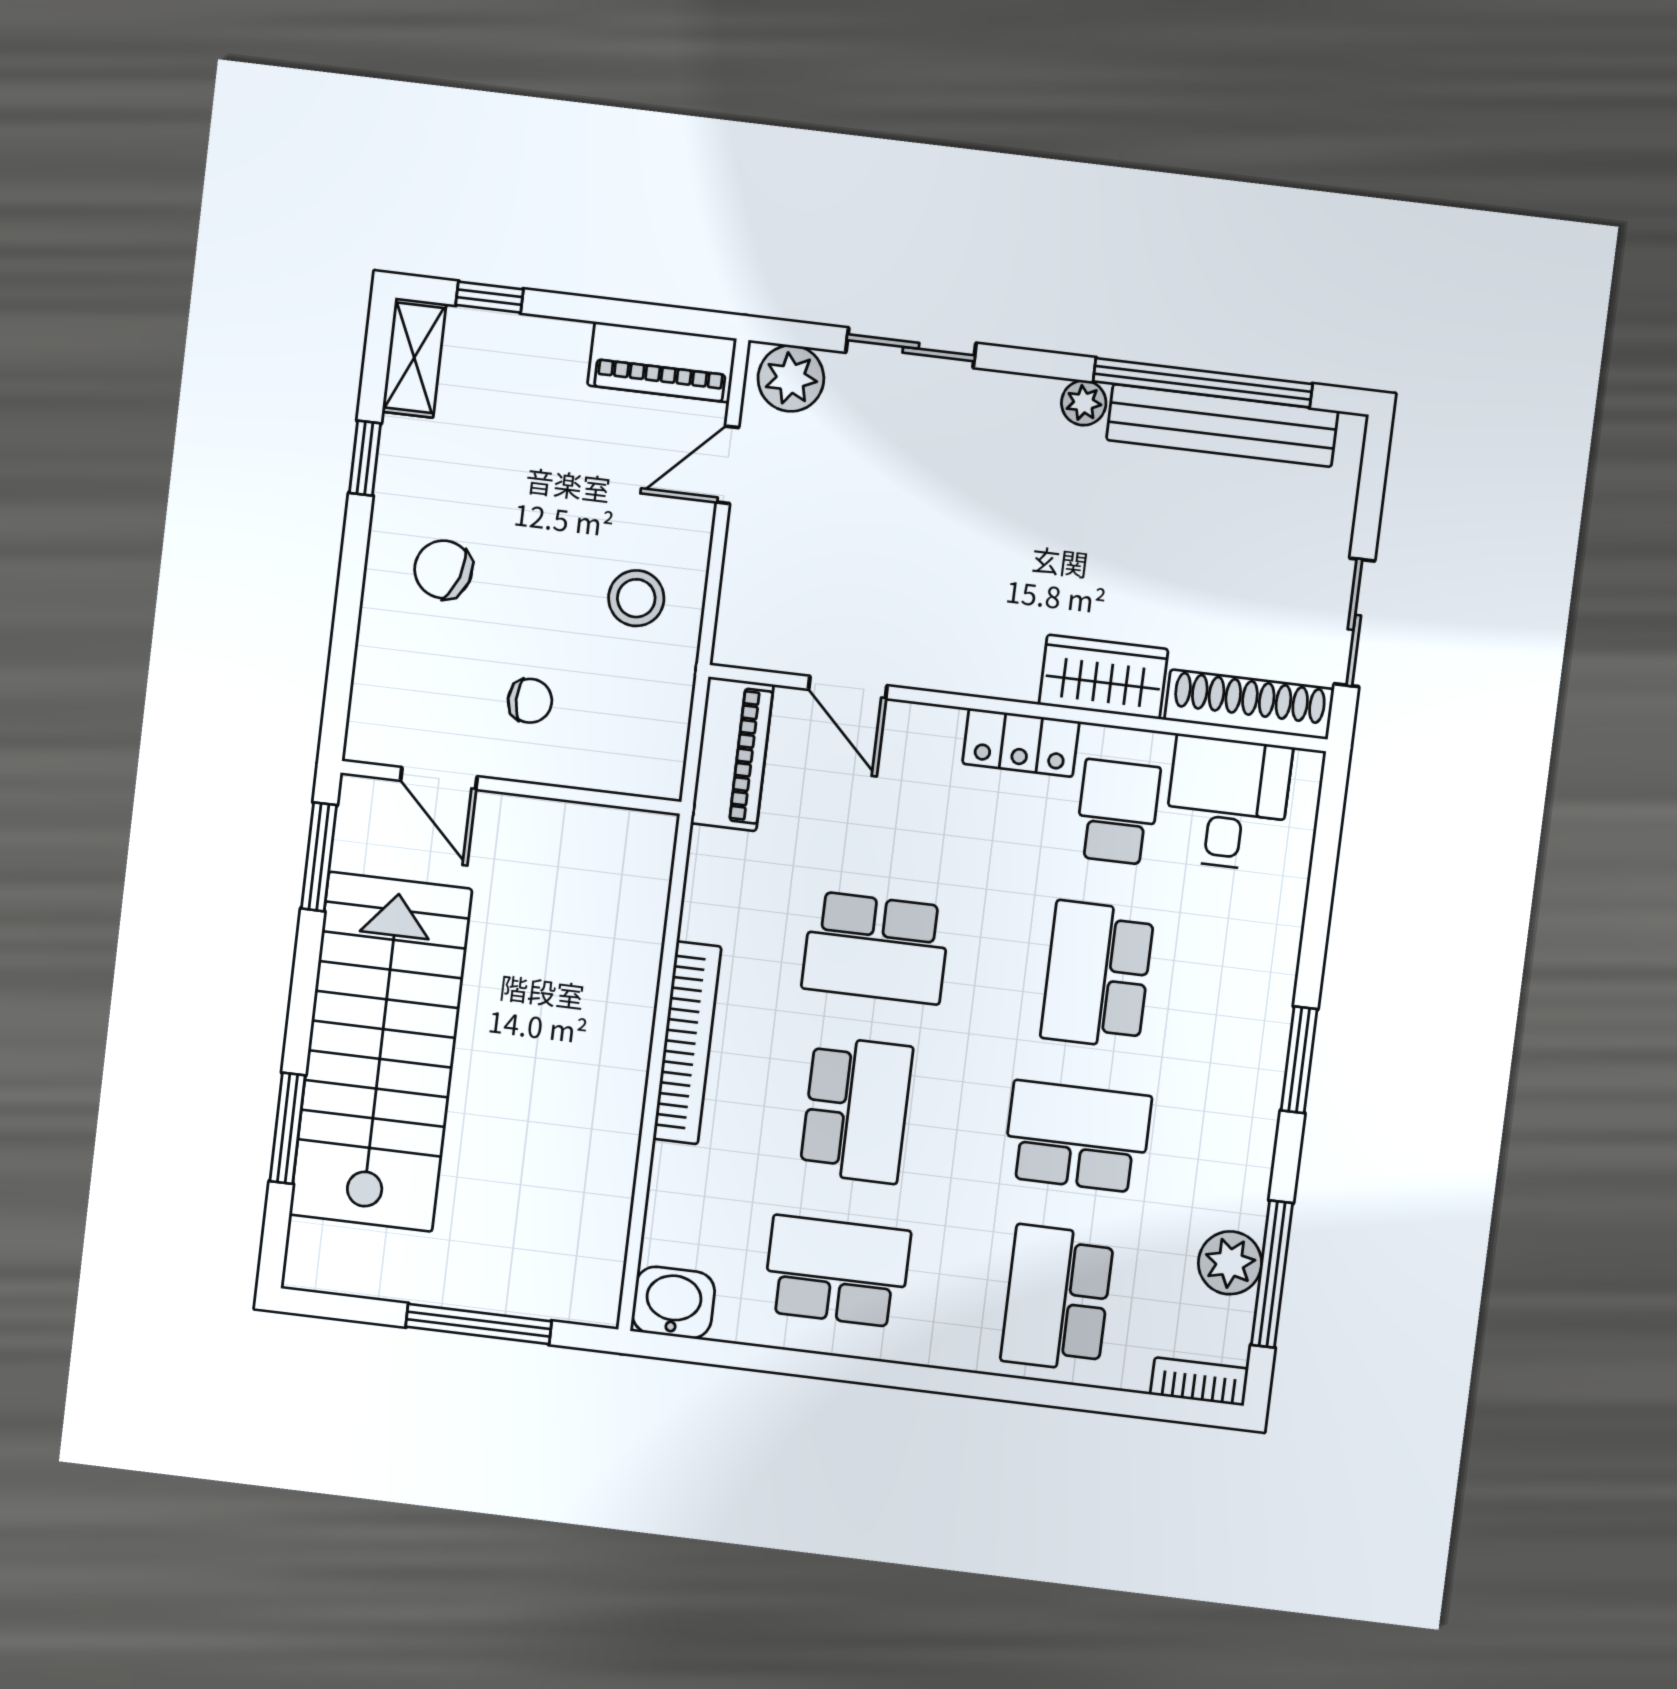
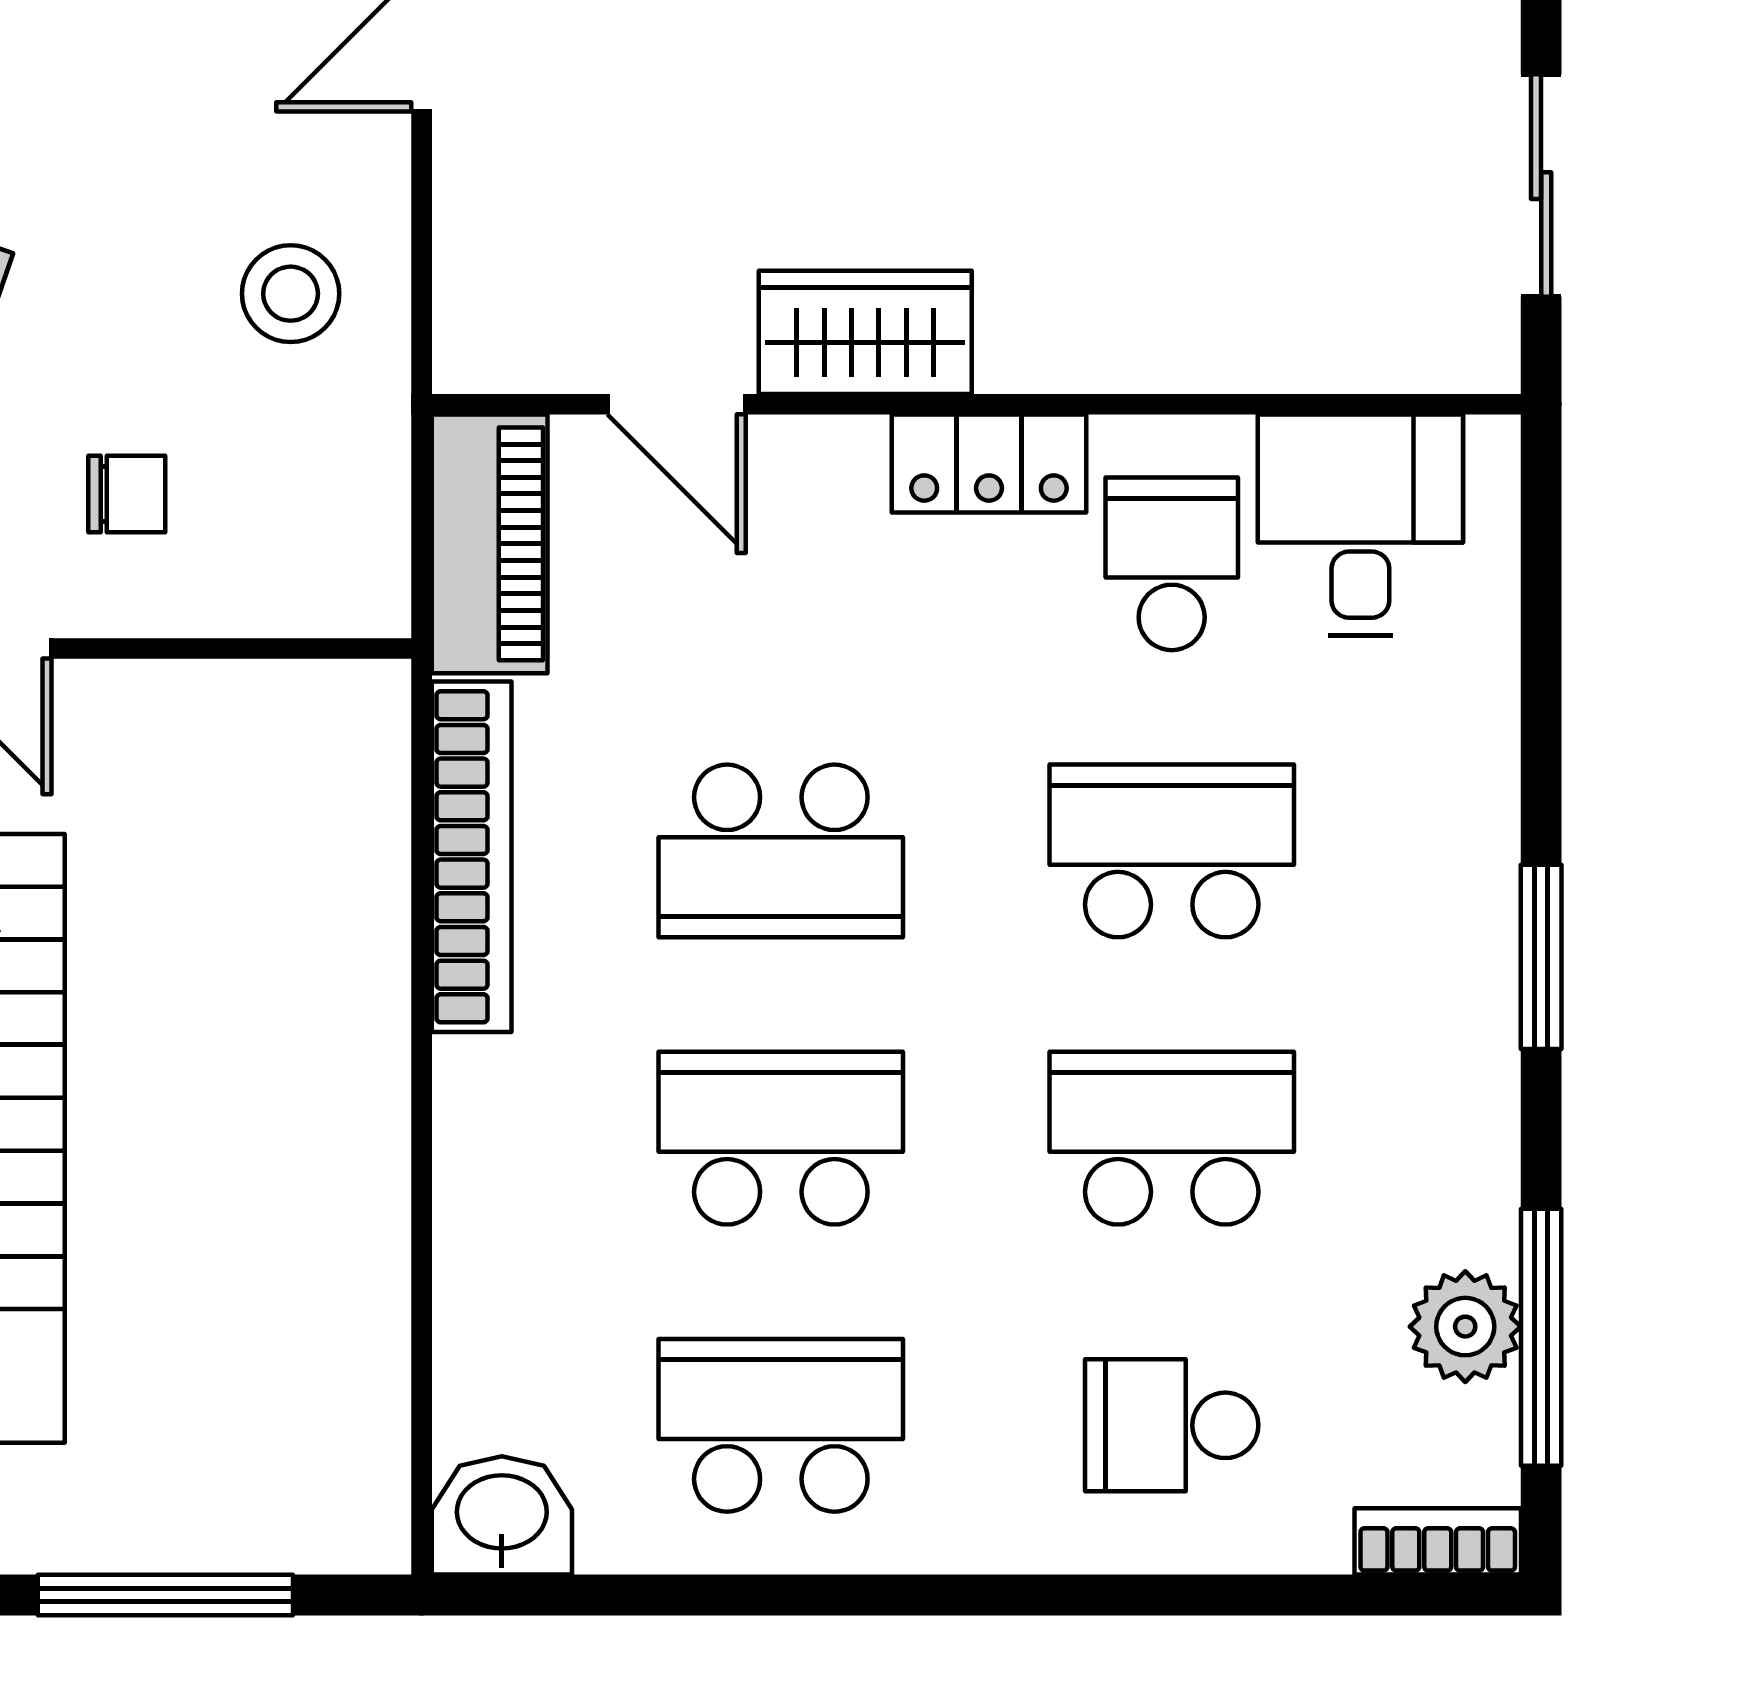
wardrobe: (1103, 677) -> (865, 332), moved
shoe rack: (1249, 704) -> (1377, 350), removed
school desk: (1097, 975) -> (1172, 851), turned 90
bookcase: (687, 1043) -> (472, 857), moved
school desk: (856, 1110) -> (781, 1138), turned -90
school desk: (1057, 1298) -> (1172, 1425), width x0.54

